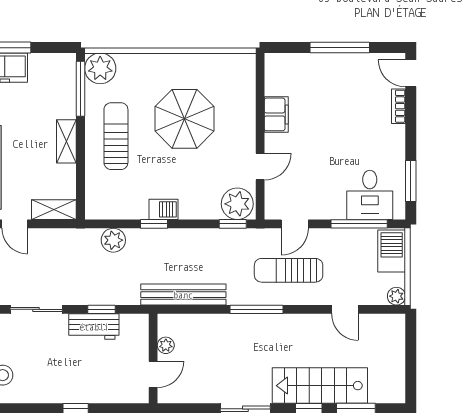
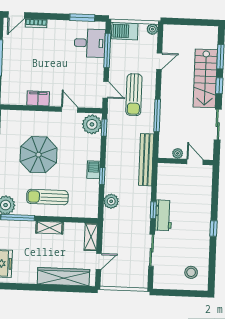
plant: (166, 345) -> (178, 153), moved
wall: (153, 359) -> (185, 161), moved
door: (153, 374) -> (195, 162), moved

